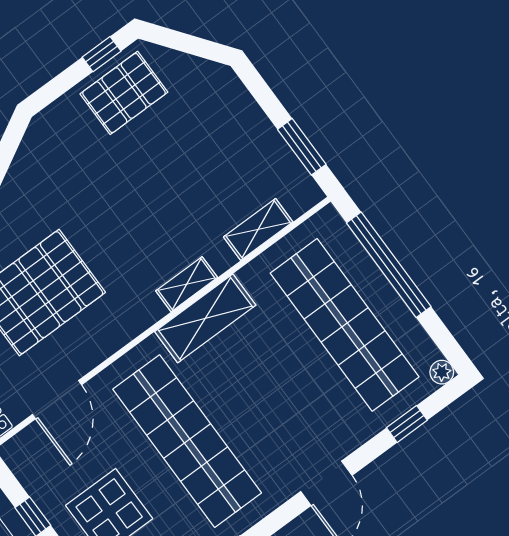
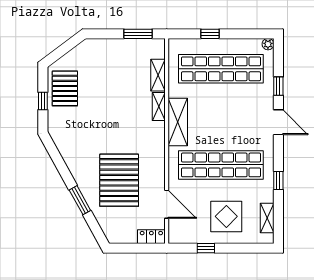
window: (102, 54) -> (43, 101), moved
window: (389, 265) -> (210, 34), width x0.32
shelving: (187, 284) -> (159, 106), moved
window: (407, 424) -> (278, 86), moved

